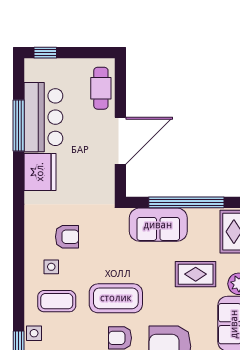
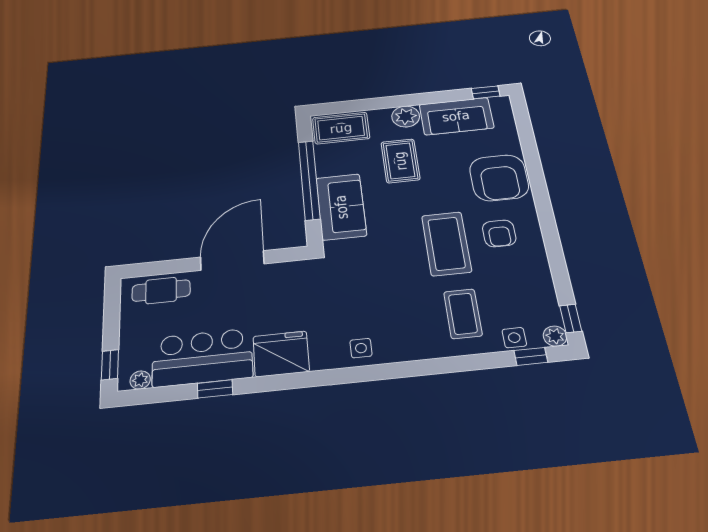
plant: (31, 74) -> (140, 380), added
window: (19, 125) -> (215, 389), width x0.46
door: (120, 141) -> (232, 261), hinge flipped
armchair: (67, 237) -> (370, 310), removed
side table: (51, 267) -> (361, 348), moved

